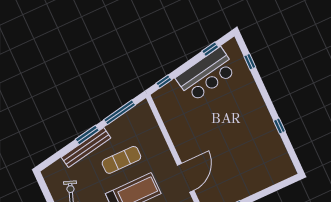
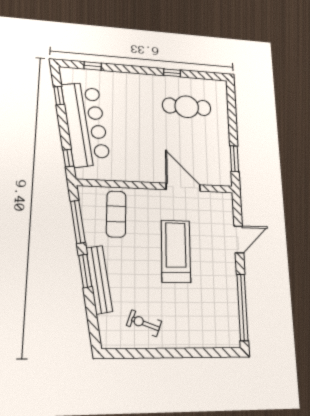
bar counter: (206, 75) -> (86, 124), width x1.36
cafe table: (255, 151) -> (187, 107), added
exercise mat: (121, 160) -> (116, 214), moved

